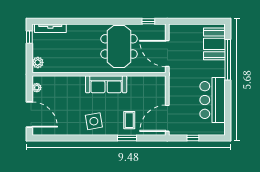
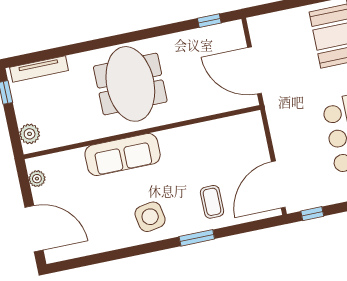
meeting table: (119, 46) -> (130, 84), moved
sofa: (106, 84) -> (123, 154), moved
window: (127, 138) -> (197, 238), moved
window: (193, 138) -> (312, 214), moved

